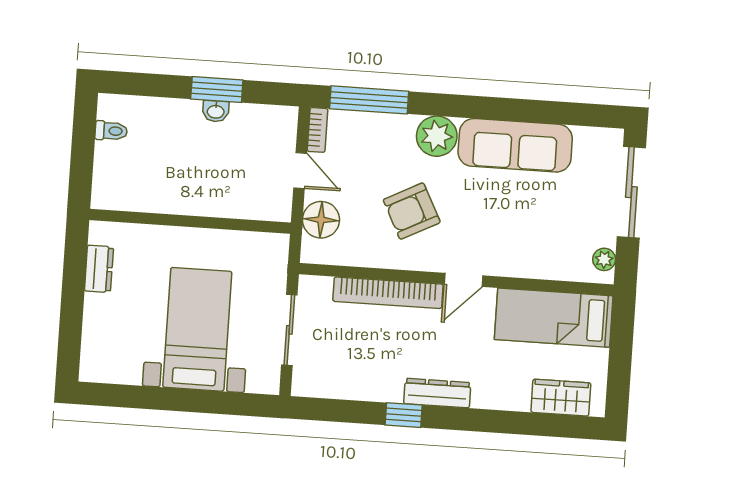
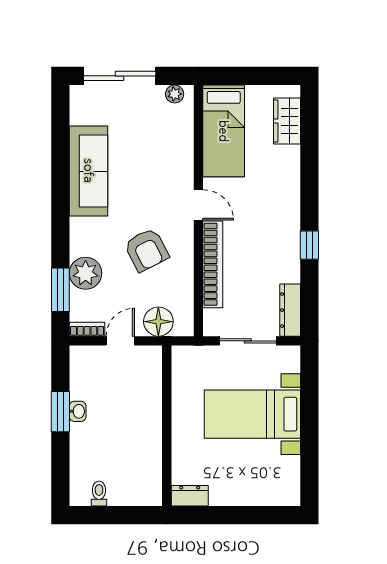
window: (369, 100) -> (60, 290), width x0.69
plant: (437, 136) -> (86, 273), moved
dresser: (99, 269) -> (190, 496), moved
dresser: (437, 393) -> (290, 310), moved

